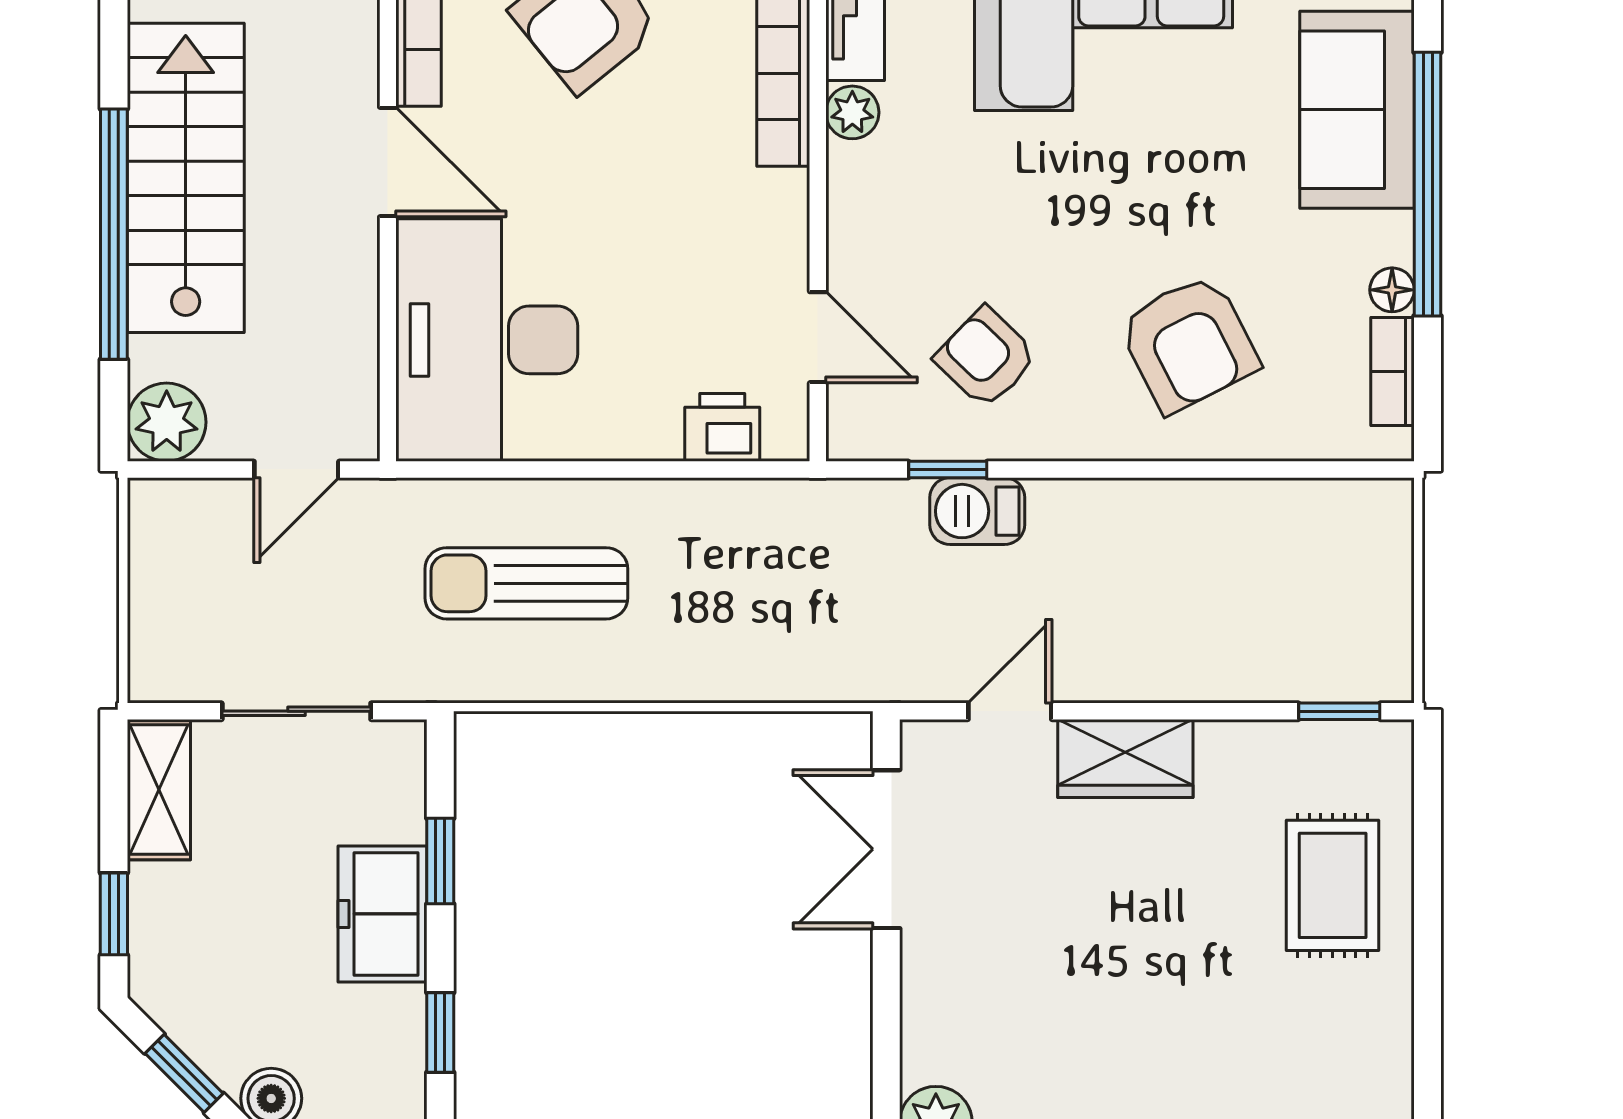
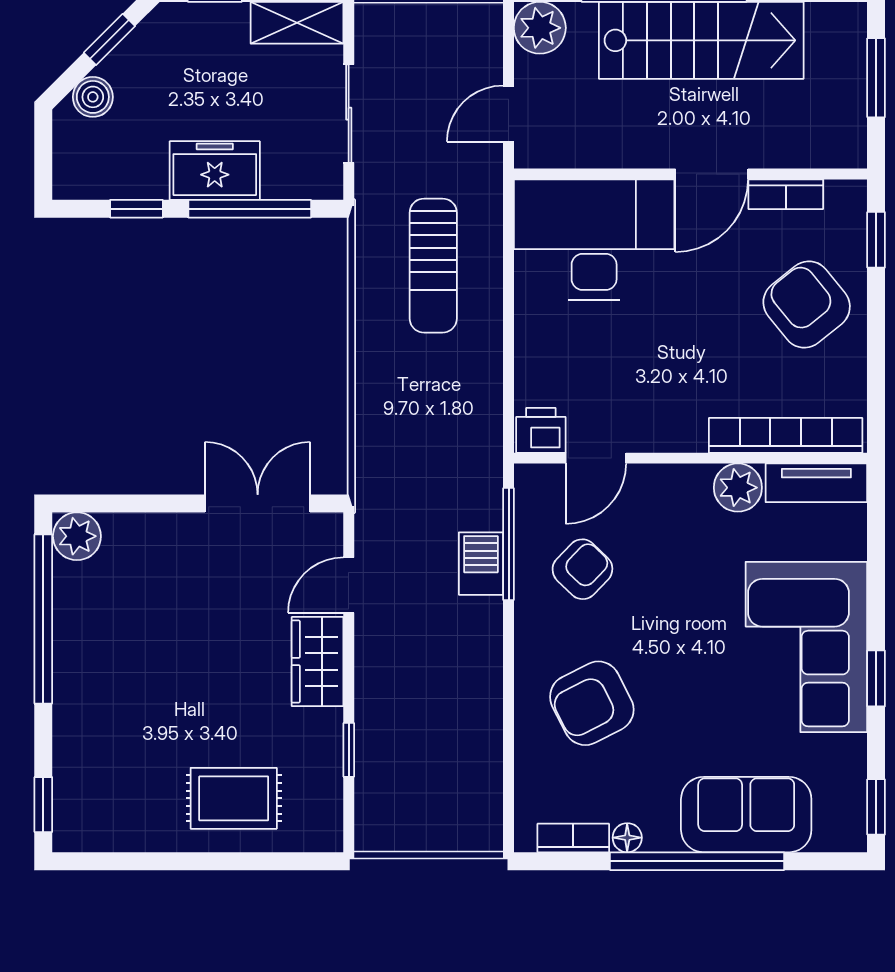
plant: (852, 112) -> (738, 488), width x1.38, depth x1.38
printer: (722, 427) -> (541, 430), moved, turned -90
door: (296, 469) -> (509, 114), hinge flipped
window: (948, 469) -> (509, 544), width x2.17
sun lounger: (526, 583) -> (433, 266), turned 180
door: (1010, 711) -> (349, 585), swing flipped
window: (1339, 711) -> (349, 750), moved
window: (440, 861) -> (250, 209), width x2.17

